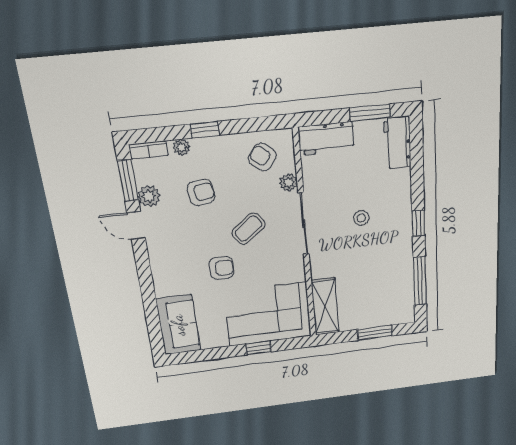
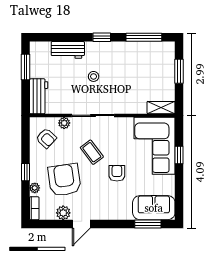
workbench: (397, 143) -> (68, 50), moved
armchair: (262, 157) -> (46, 138), turned -86
window: (128, 180) -> (148, 224), moved
armchair: (201, 192) -> (64, 180), width x1.88, depth x1.88
shelving: (325, 307) -> (161, 108), width x0.67, depth x0.75

